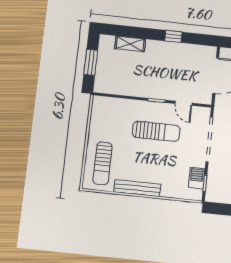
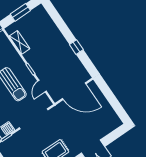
shelving: (130, 44) -> (20, 42), moved

